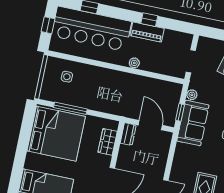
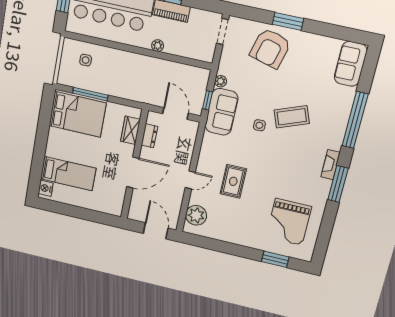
doorway: (191, 61) -> (222, 31), moved
bed: (56, 134) -> (78, 114), width x0.73
dresser: (128, 134) -> (149, 136), moved

